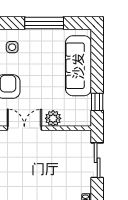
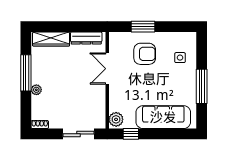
plant: (53, 118) -> (116, 119), moved
double door: (24, 128) -> (107, 69), swing flipped

